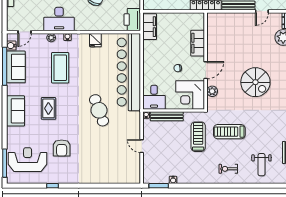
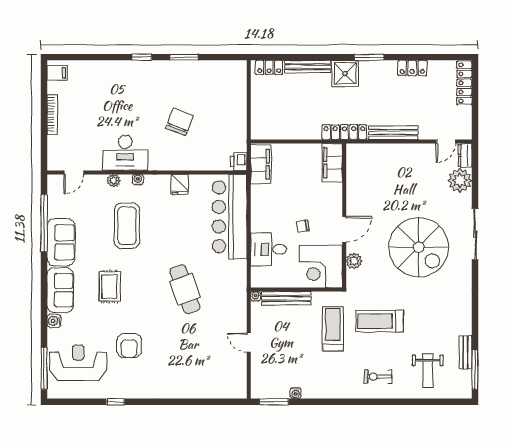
door: (262, 11) -> (446, 142), moved
printer: (132, 20) -> (239, 162), width x0.53, depth x0.68
filing cabinet: (198, 43) -> (332, 163), moved
water cooler: (11, 46) -> (54, 321), moved
sofa: (16, 67) -> (61, 242), moved
bar counter: (129, 72) -> (230, 217), width x0.73
spiral stairs: (255, 82) -> (419, 247), width x1.37, depth x1.37
desk: (154, 97) -> (269, 249), moved, turned 90

